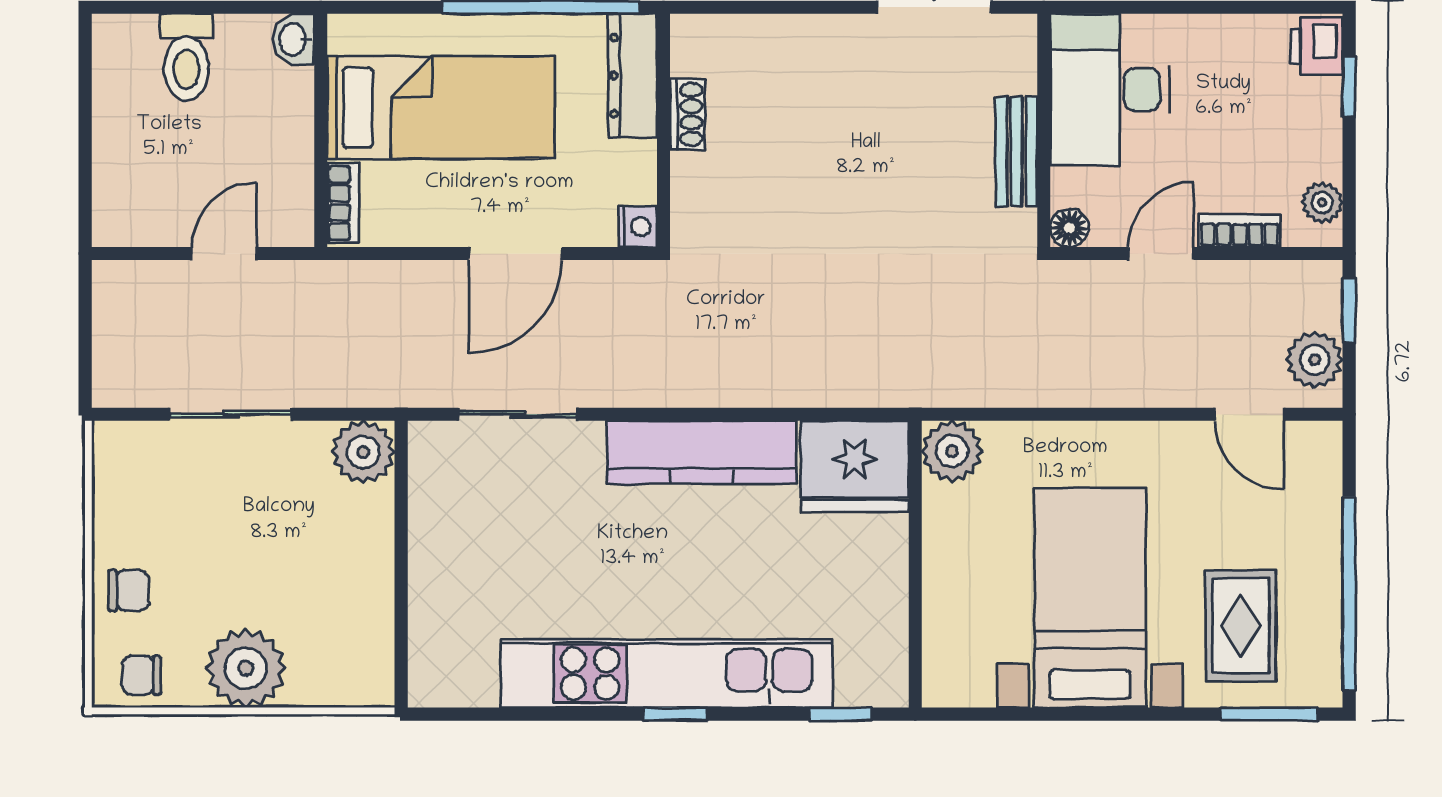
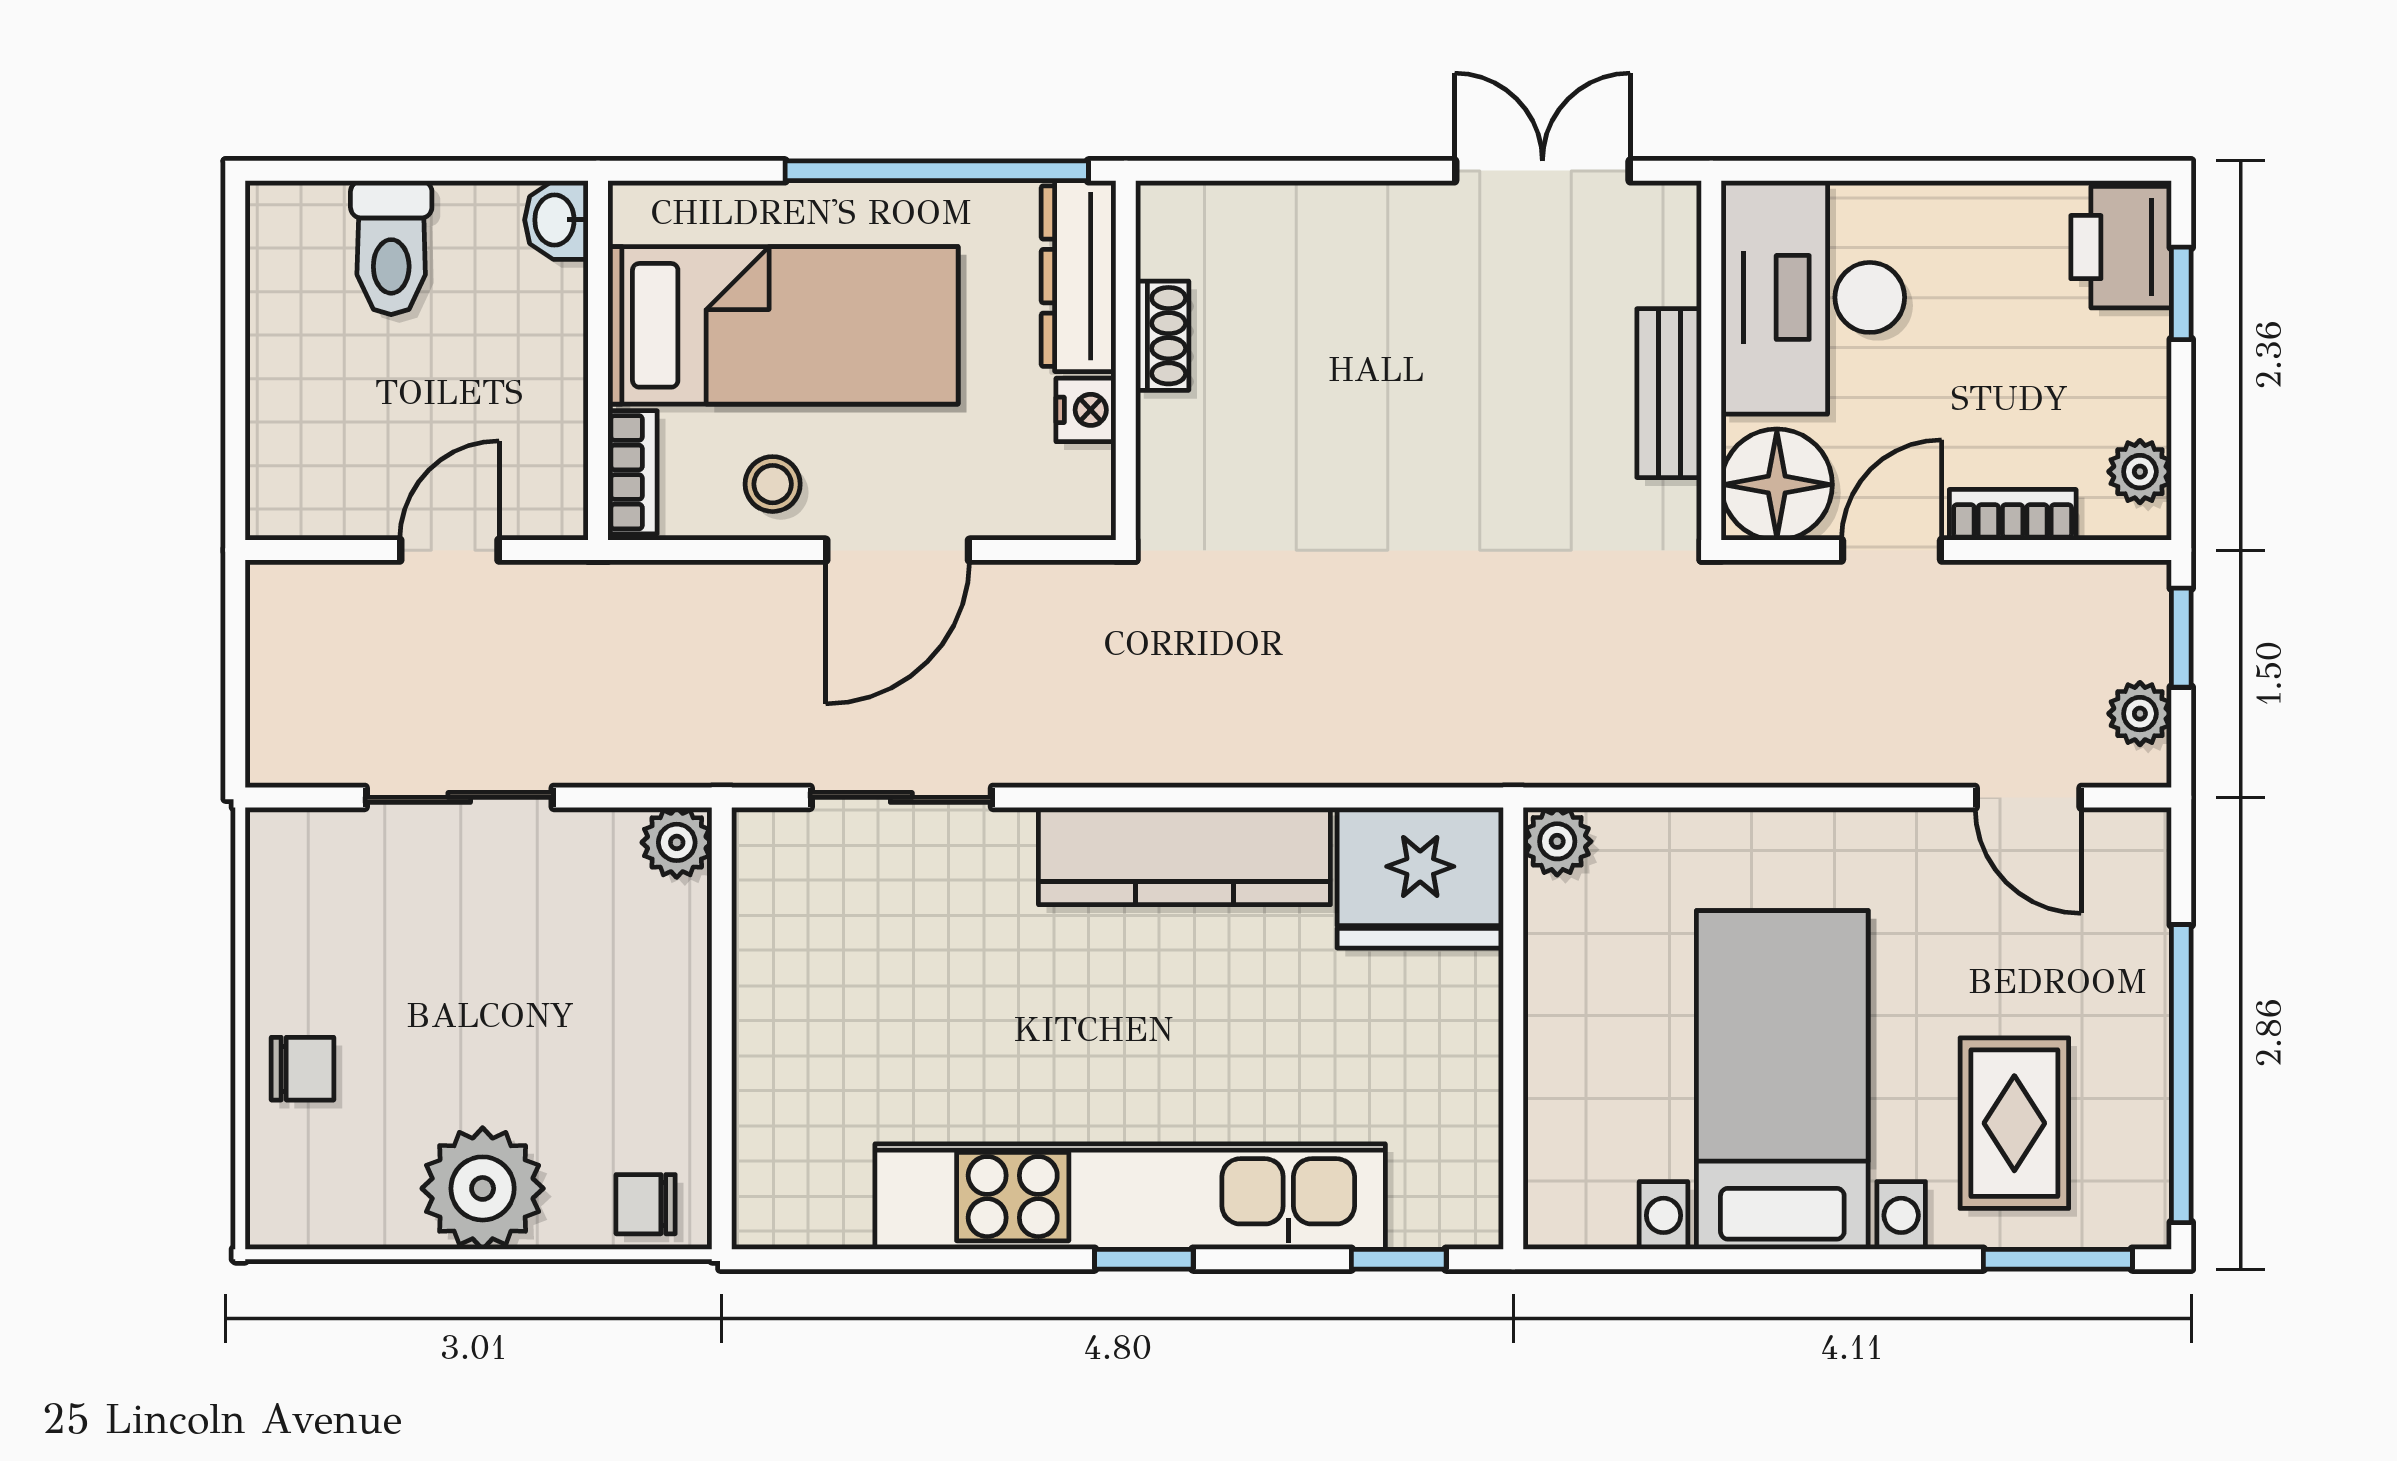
printer: (1316, 46) -> (2121, 247), width x1.36, depth x1.24
stool: (434, 211) -> (773, 484), added
nightstand: (638, 227) -> (1086, 410), moved
floor lamp: (1069, 228) -> (1777, 485), width x1.89, depth x1.89
plant: (1315, 360) -> (2140, 714), width x0.73, depth x0.73
plant: (952, 451) -> (1557, 841), width x0.73, depth x0.73
plant: (363, 452) -> (677, 842), width x0.73, depth x0.73
chair: (142, 675) -> (646, 1204), moved

